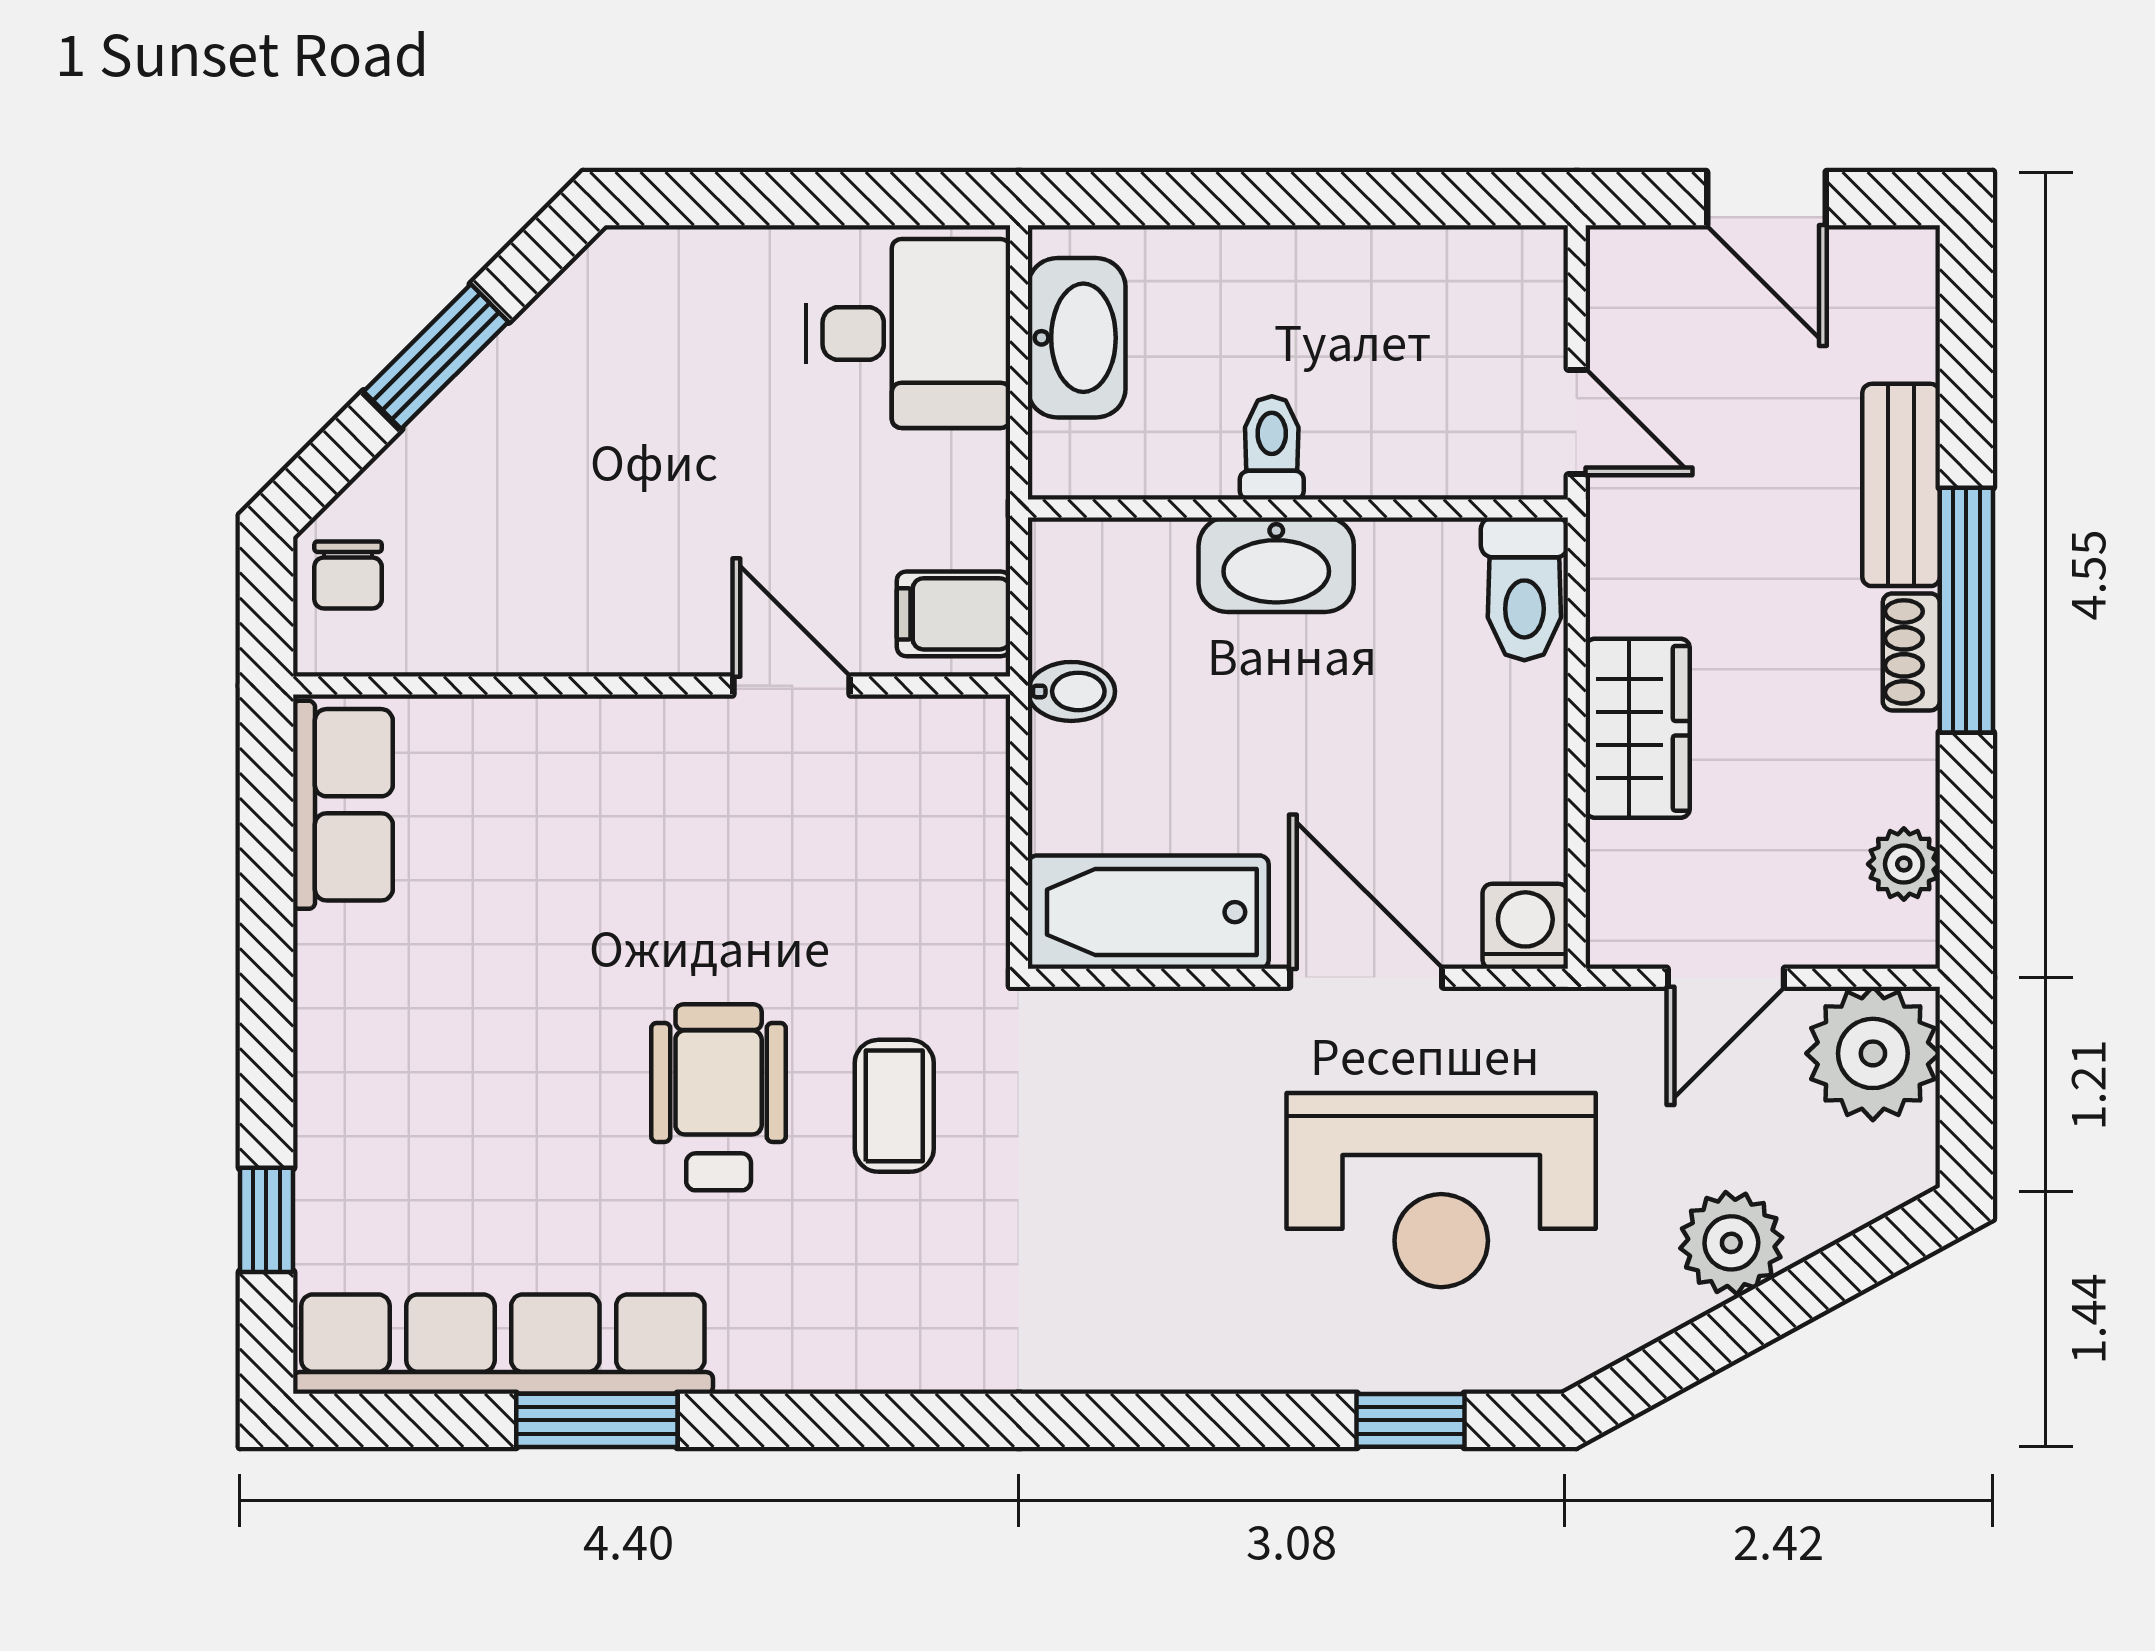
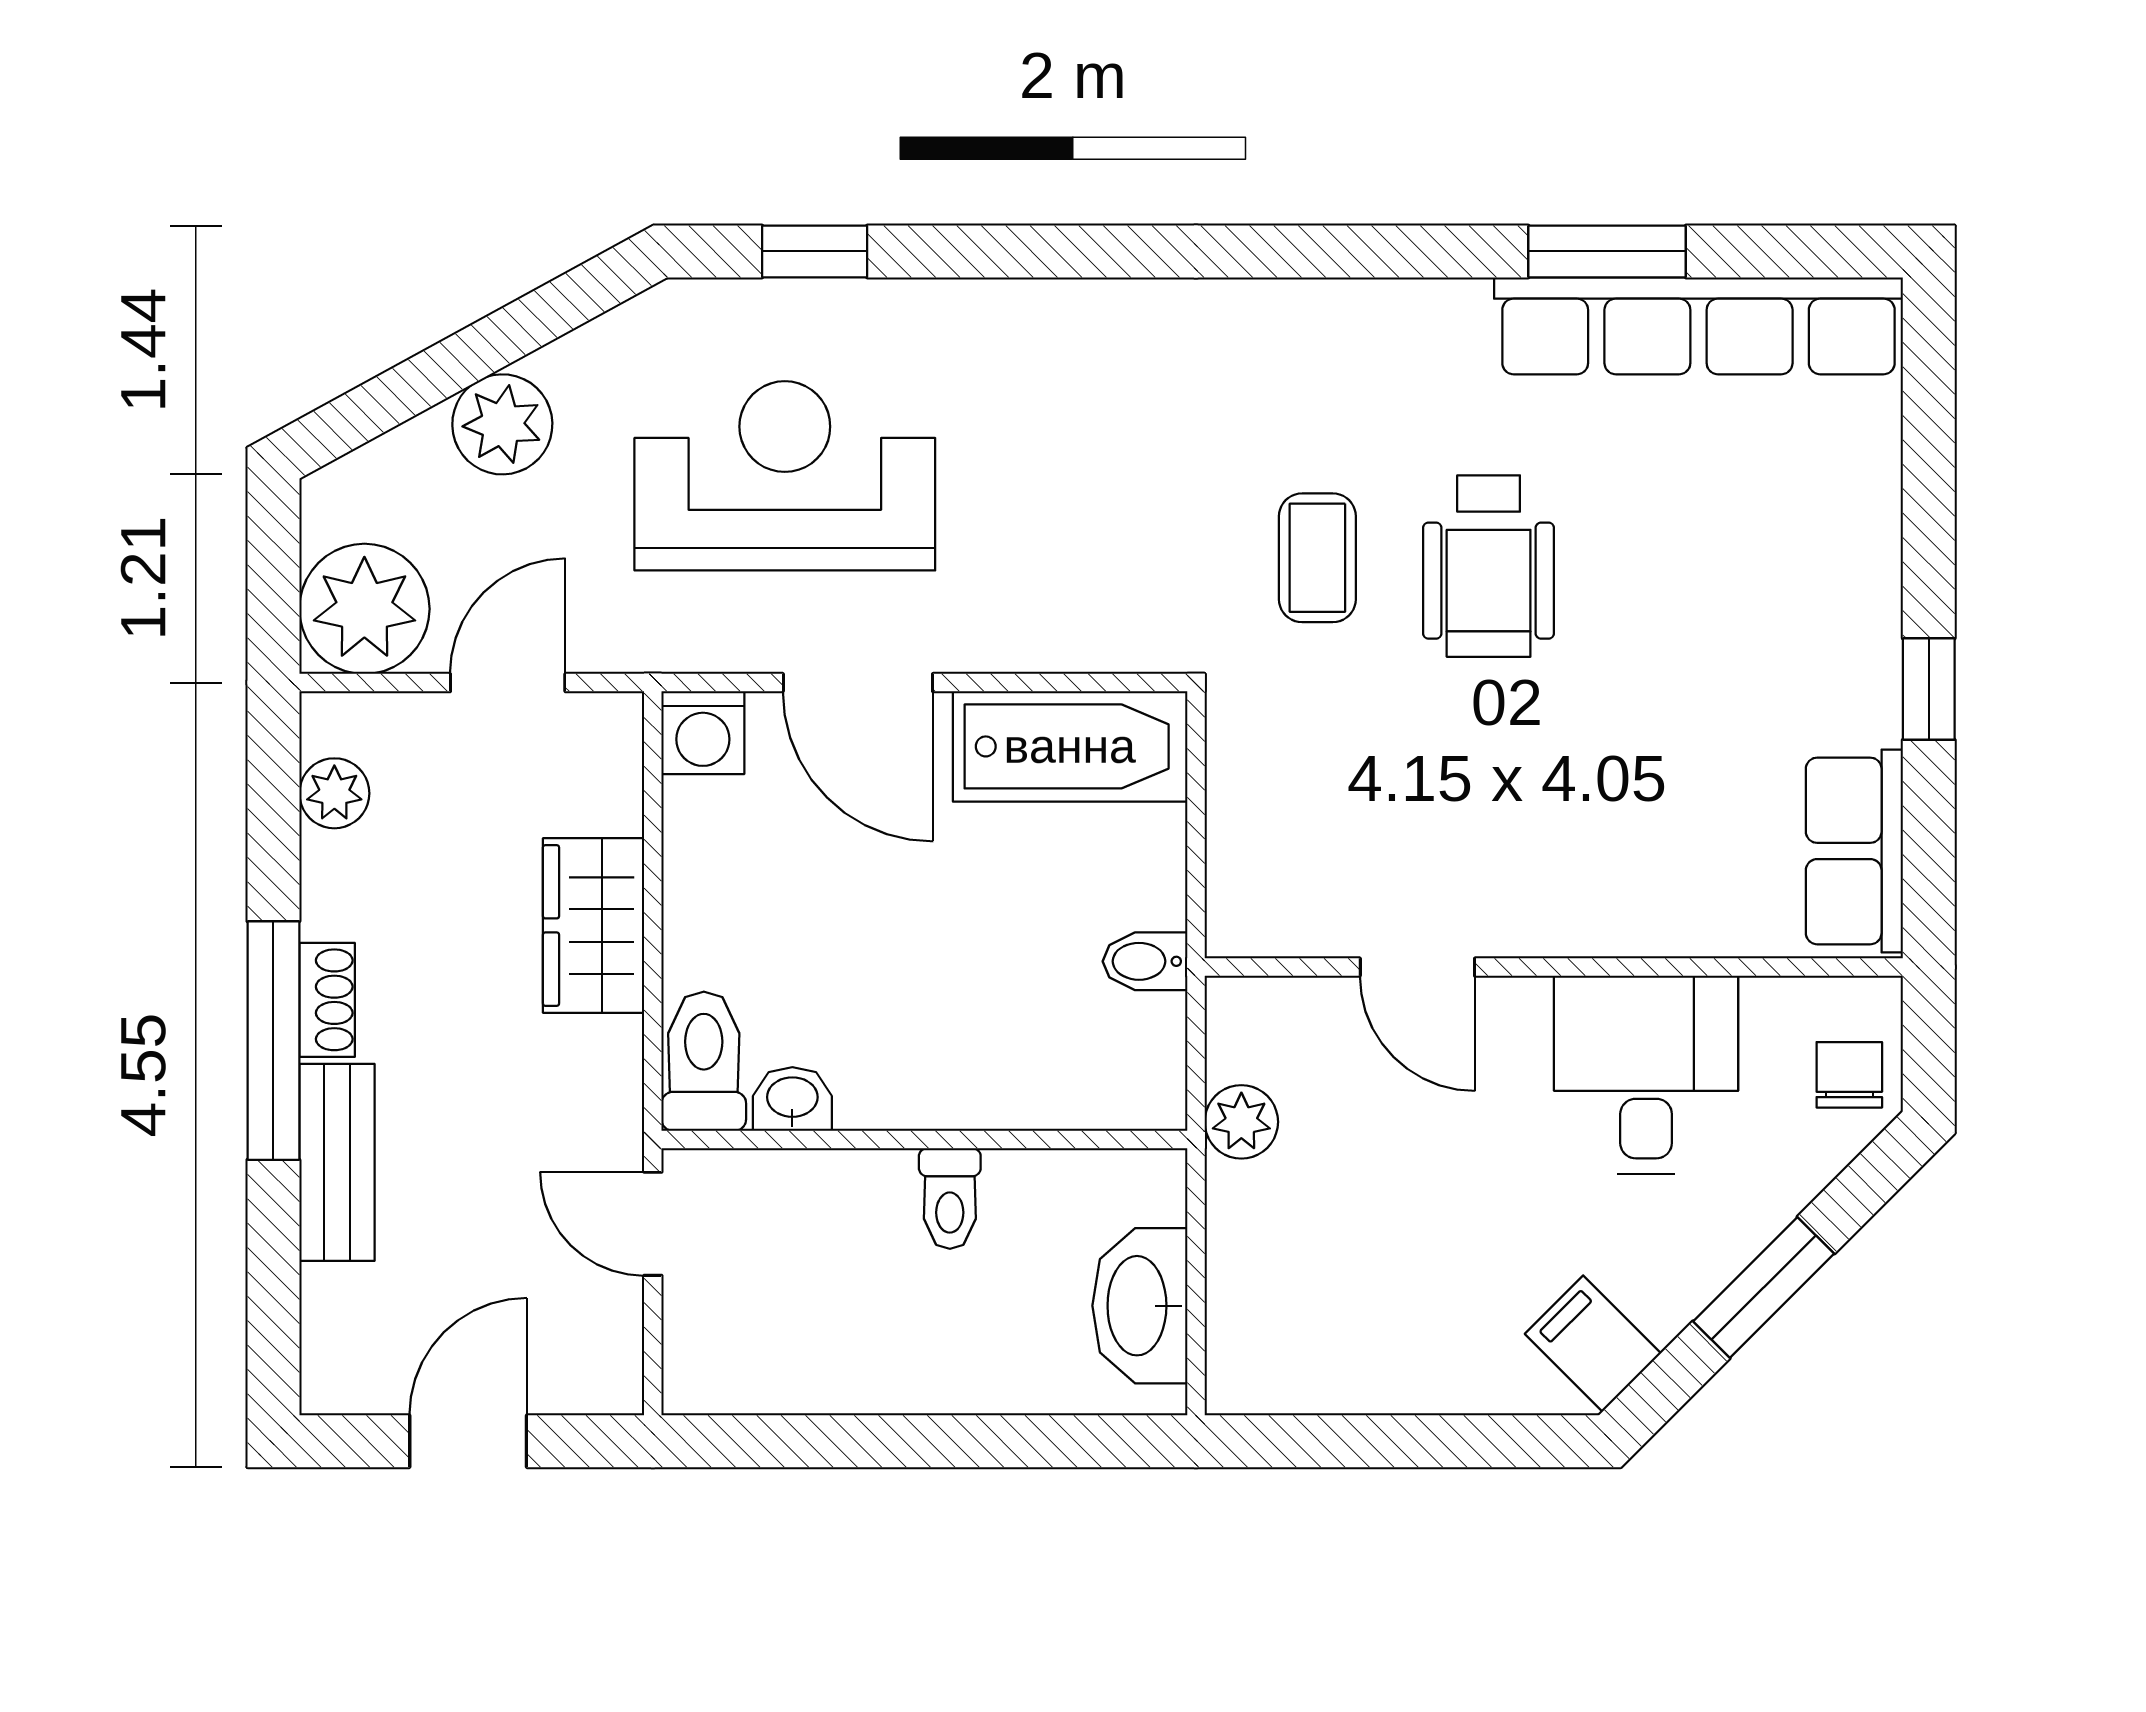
door: (1766, 199) -> (468, 1441), hinge flipped
desk: (908, 334) -> (1646, 1075), moved, turned 90
plant: (972, 527) -> (1241, 1122), added
washbasin: (1276, 565) -> (792, 1099), moved, width x0.52, depth x0.69
filing cabinet: (954, 614) -> (1593, 1344), moved, turned -135
window: (266, 1220) -> (1929, 689), moved

